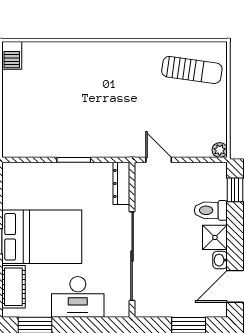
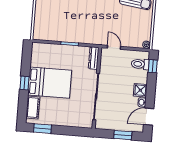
toilet: (211, 210) -> (140, 64), moved
desk: (78, 297) -> (66, 116), removed

